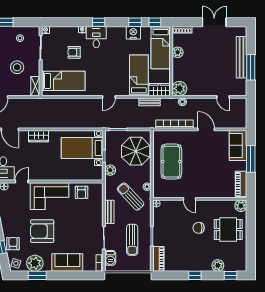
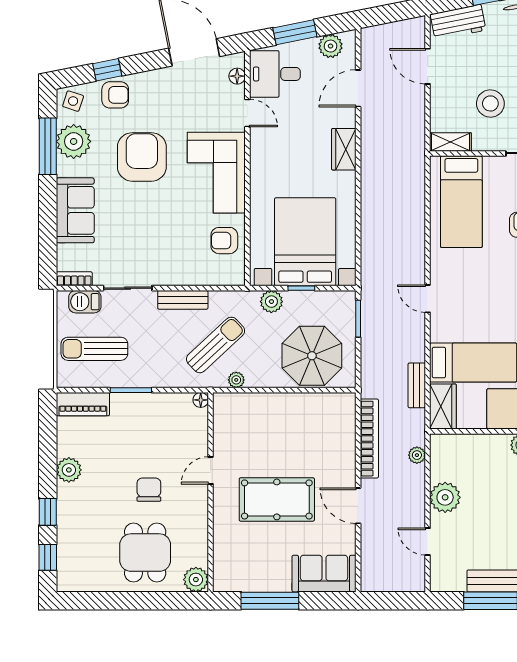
plant: (179, 89) -> (445, 497), moved
door: (223, 97) -> (428, 542), hinge flipped
door: (206, 129) -> (358, 506), swing flipped
bed with nightstands: (82, 148) -> (305, 242), width x1.36
window: (251, 159) -> (270, 601), moved
pool table: (171, 162) -> (277, 499), moved
piano: (241, 184) -> (242, 580), removed
sun lounger: (132, 240) -> (94, 349), moved
plant: (218, 265) -> (69, 470), moved
window: (37, 275) -> (48, 146), width x1.44
window: (195, 275) -> (48, 512), moved

